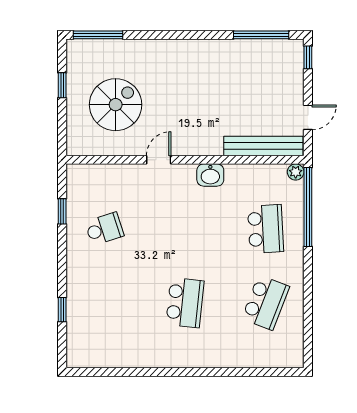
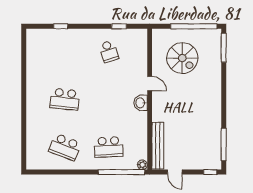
window: (62, 85) -> (194, 26), width x3.17
washbasin: (210, 175) -> (141, 103), moved

